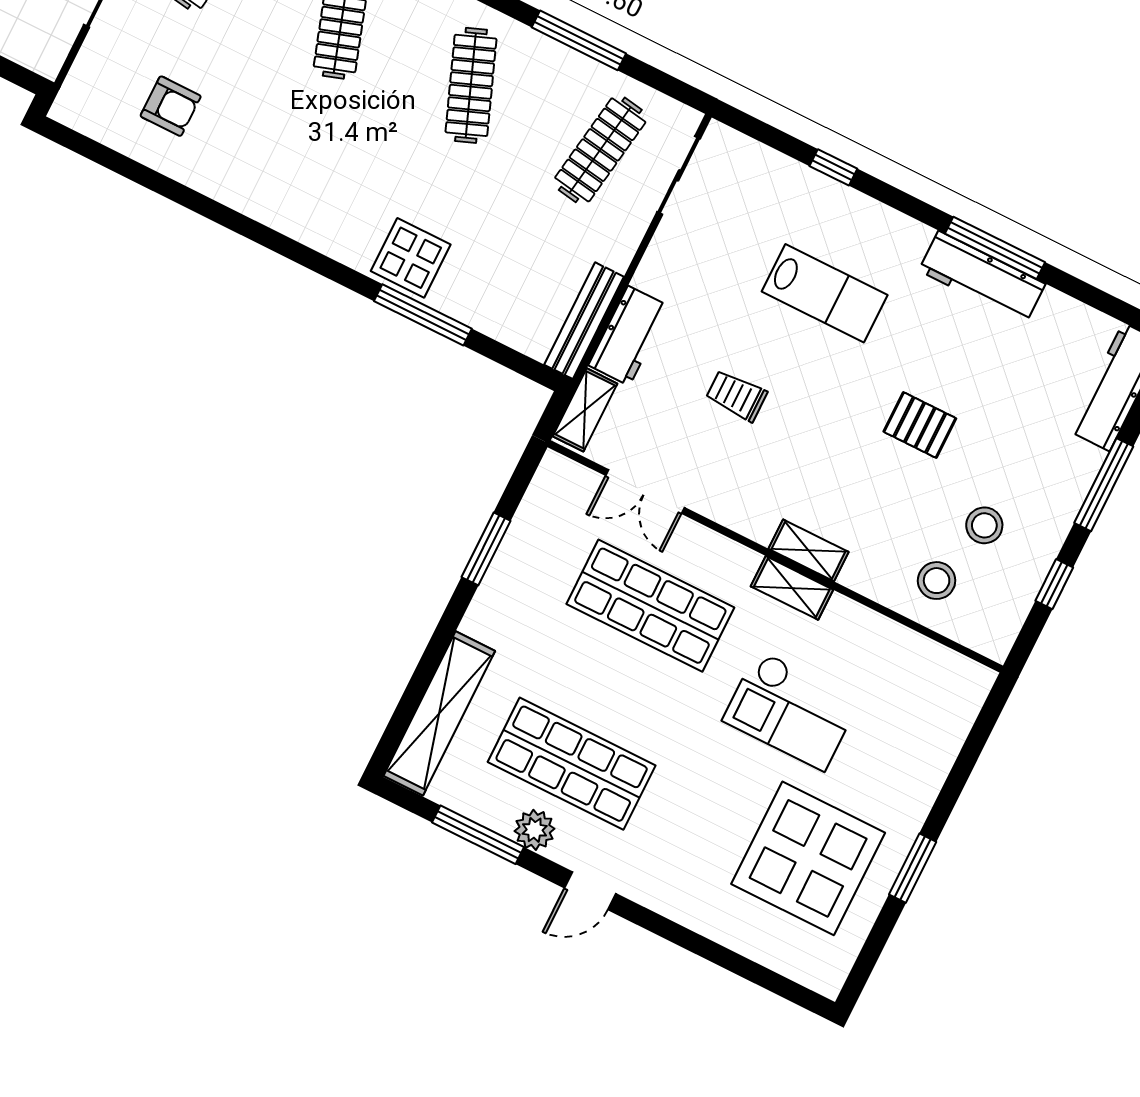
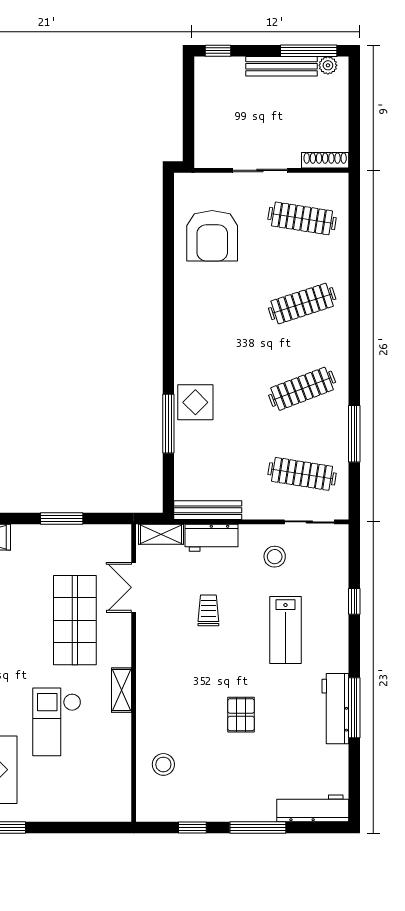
armchair: (171, 106) -> (212, 236), width x1.88, depth x1.88
stool: (984, 525) -> (275, 557), moved
shelving: (808, 550) -> (146, 689), removed

